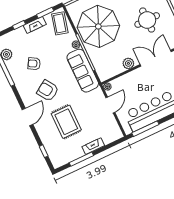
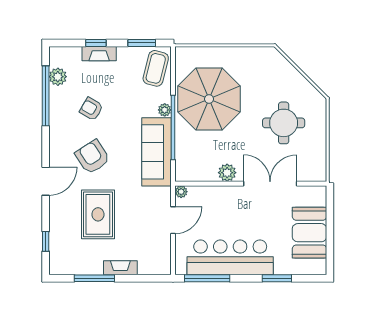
fireplace: (35, 25) -> (99, 54), moved

